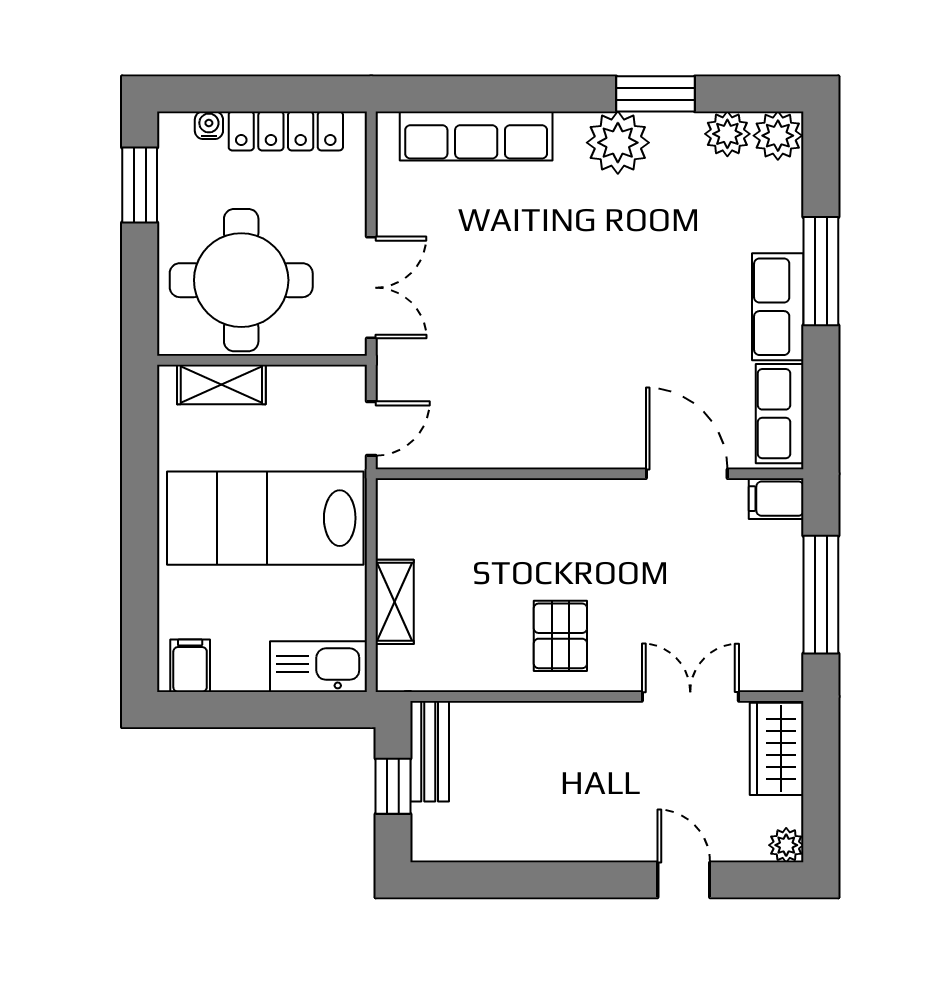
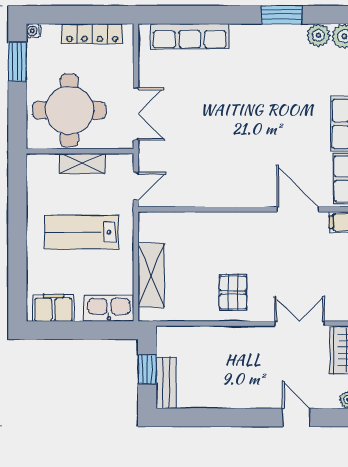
water cooler: (209, 125) -> (33, 31), moved, turned -90
plant: (618, 143) -> (262, 40), removed
shelving: (221, 384) -> (82, 164), moved
lab bench: (265, 518) -> (82, 232), width x0.73, depth x0.72
shelving: (395, 602) -> (151, 275), width x1.50, depth x1.33
filing cabinet: (190, 666) -> (53, 308), width x2.00
bench: (430, 751) -> (166, 383), moved

